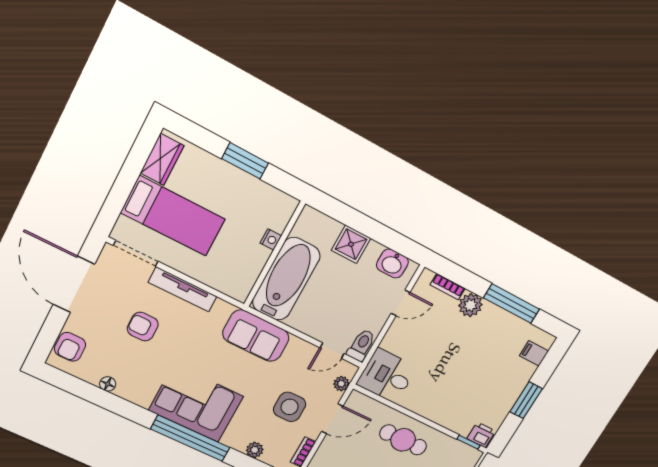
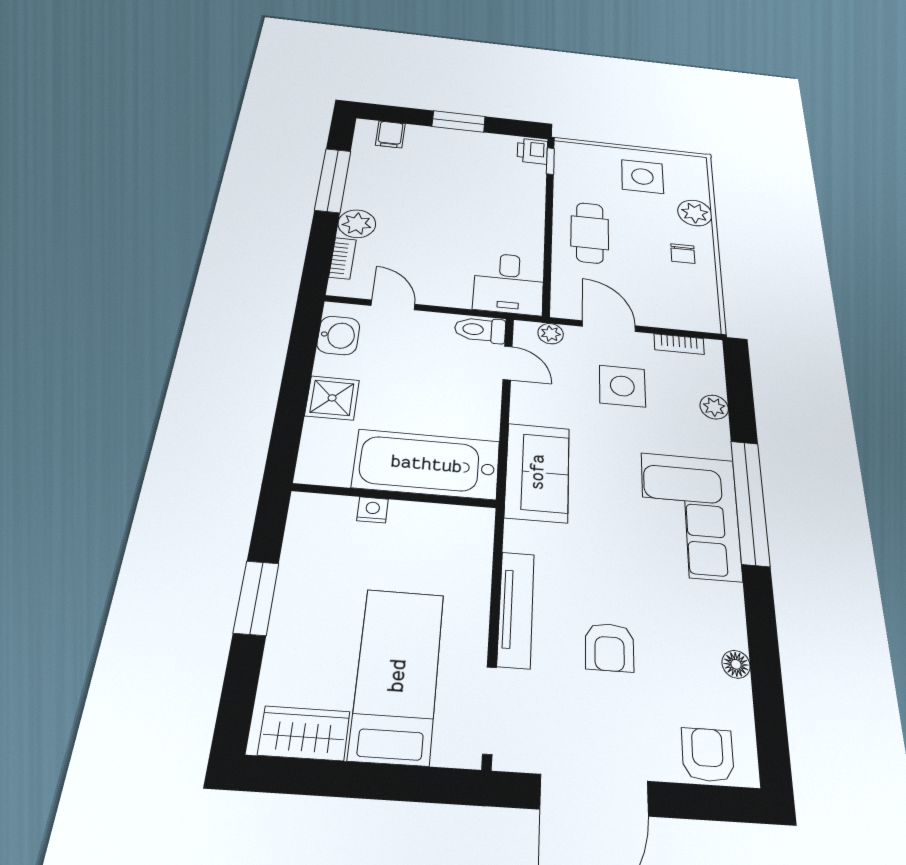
armchair: (70, 347) -> (708, 755), turned -90

